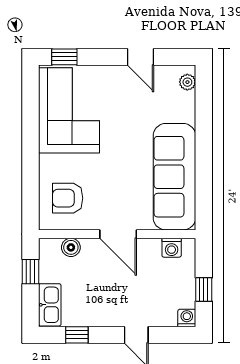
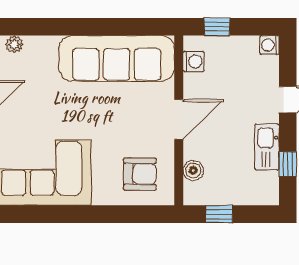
armchair: (68, 198) -> (140, 174), turned -90
window: (204, 290) -> (217, 27), moved
kitchen sink: (50, 305) -> (267, 147), moved, turned -90

